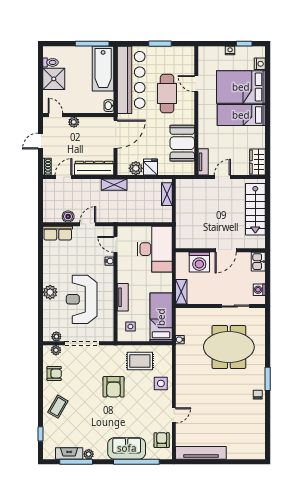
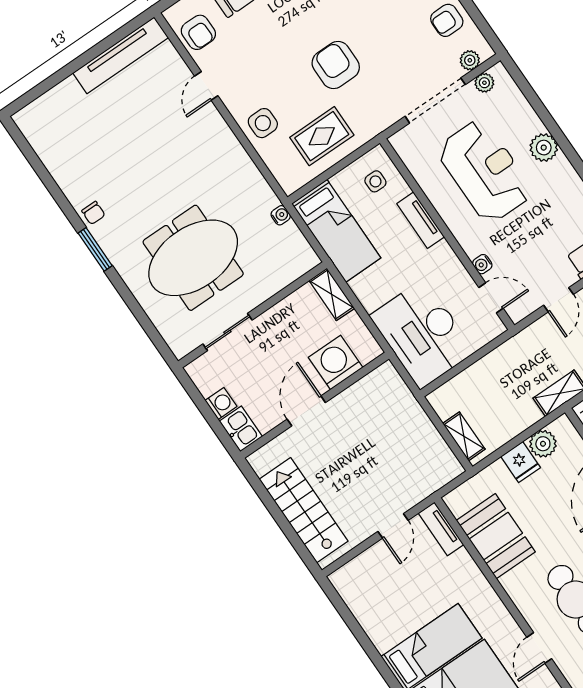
door: (196, 84) -> (539, 648), swing flipped
wardrobe: (257, 162) -> (353, 589), removed
washing machine: (259, 290) -> (221, 403), moved

